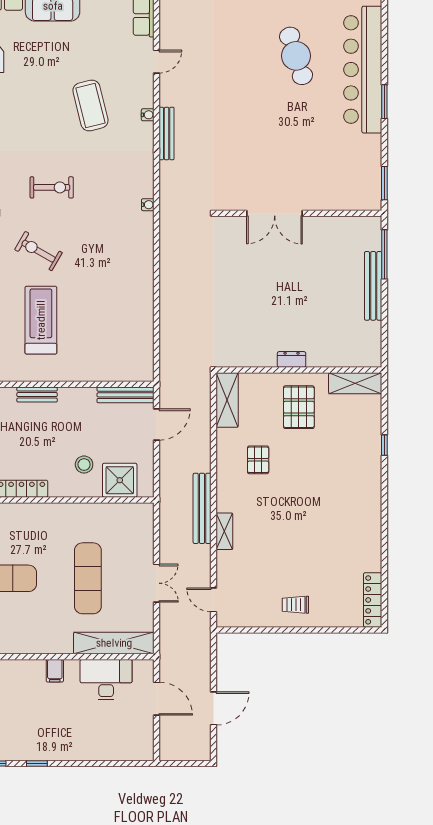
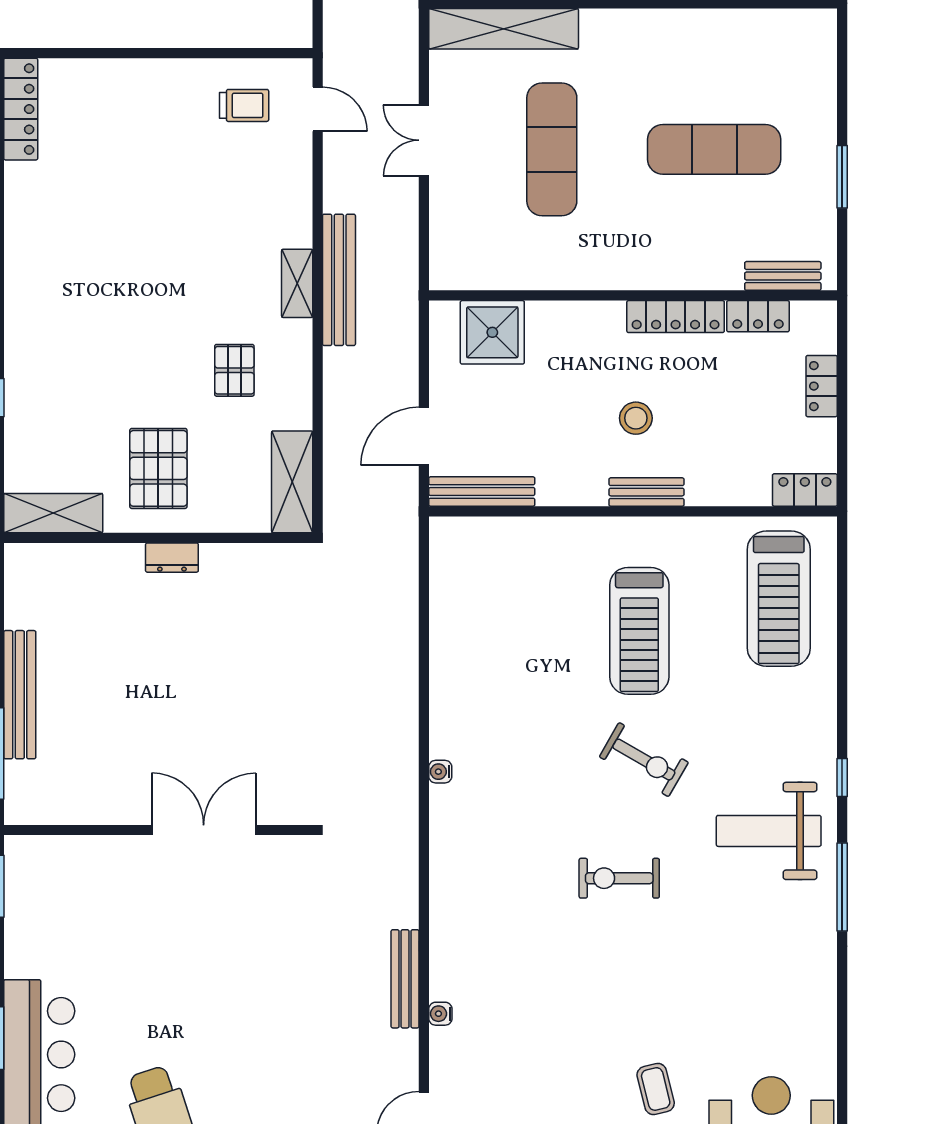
coffee table: (90, 105) -> (656, 1089), moved, width x0.54, depth x0.58
water cooler: (148, 205) -> (440, 772), moved
stool: (84, 465) -> (636, 418), moved
shelving: (224, 531) -> (297, 283), moved
trolley: (295, 605) -> (244, 105), moved

